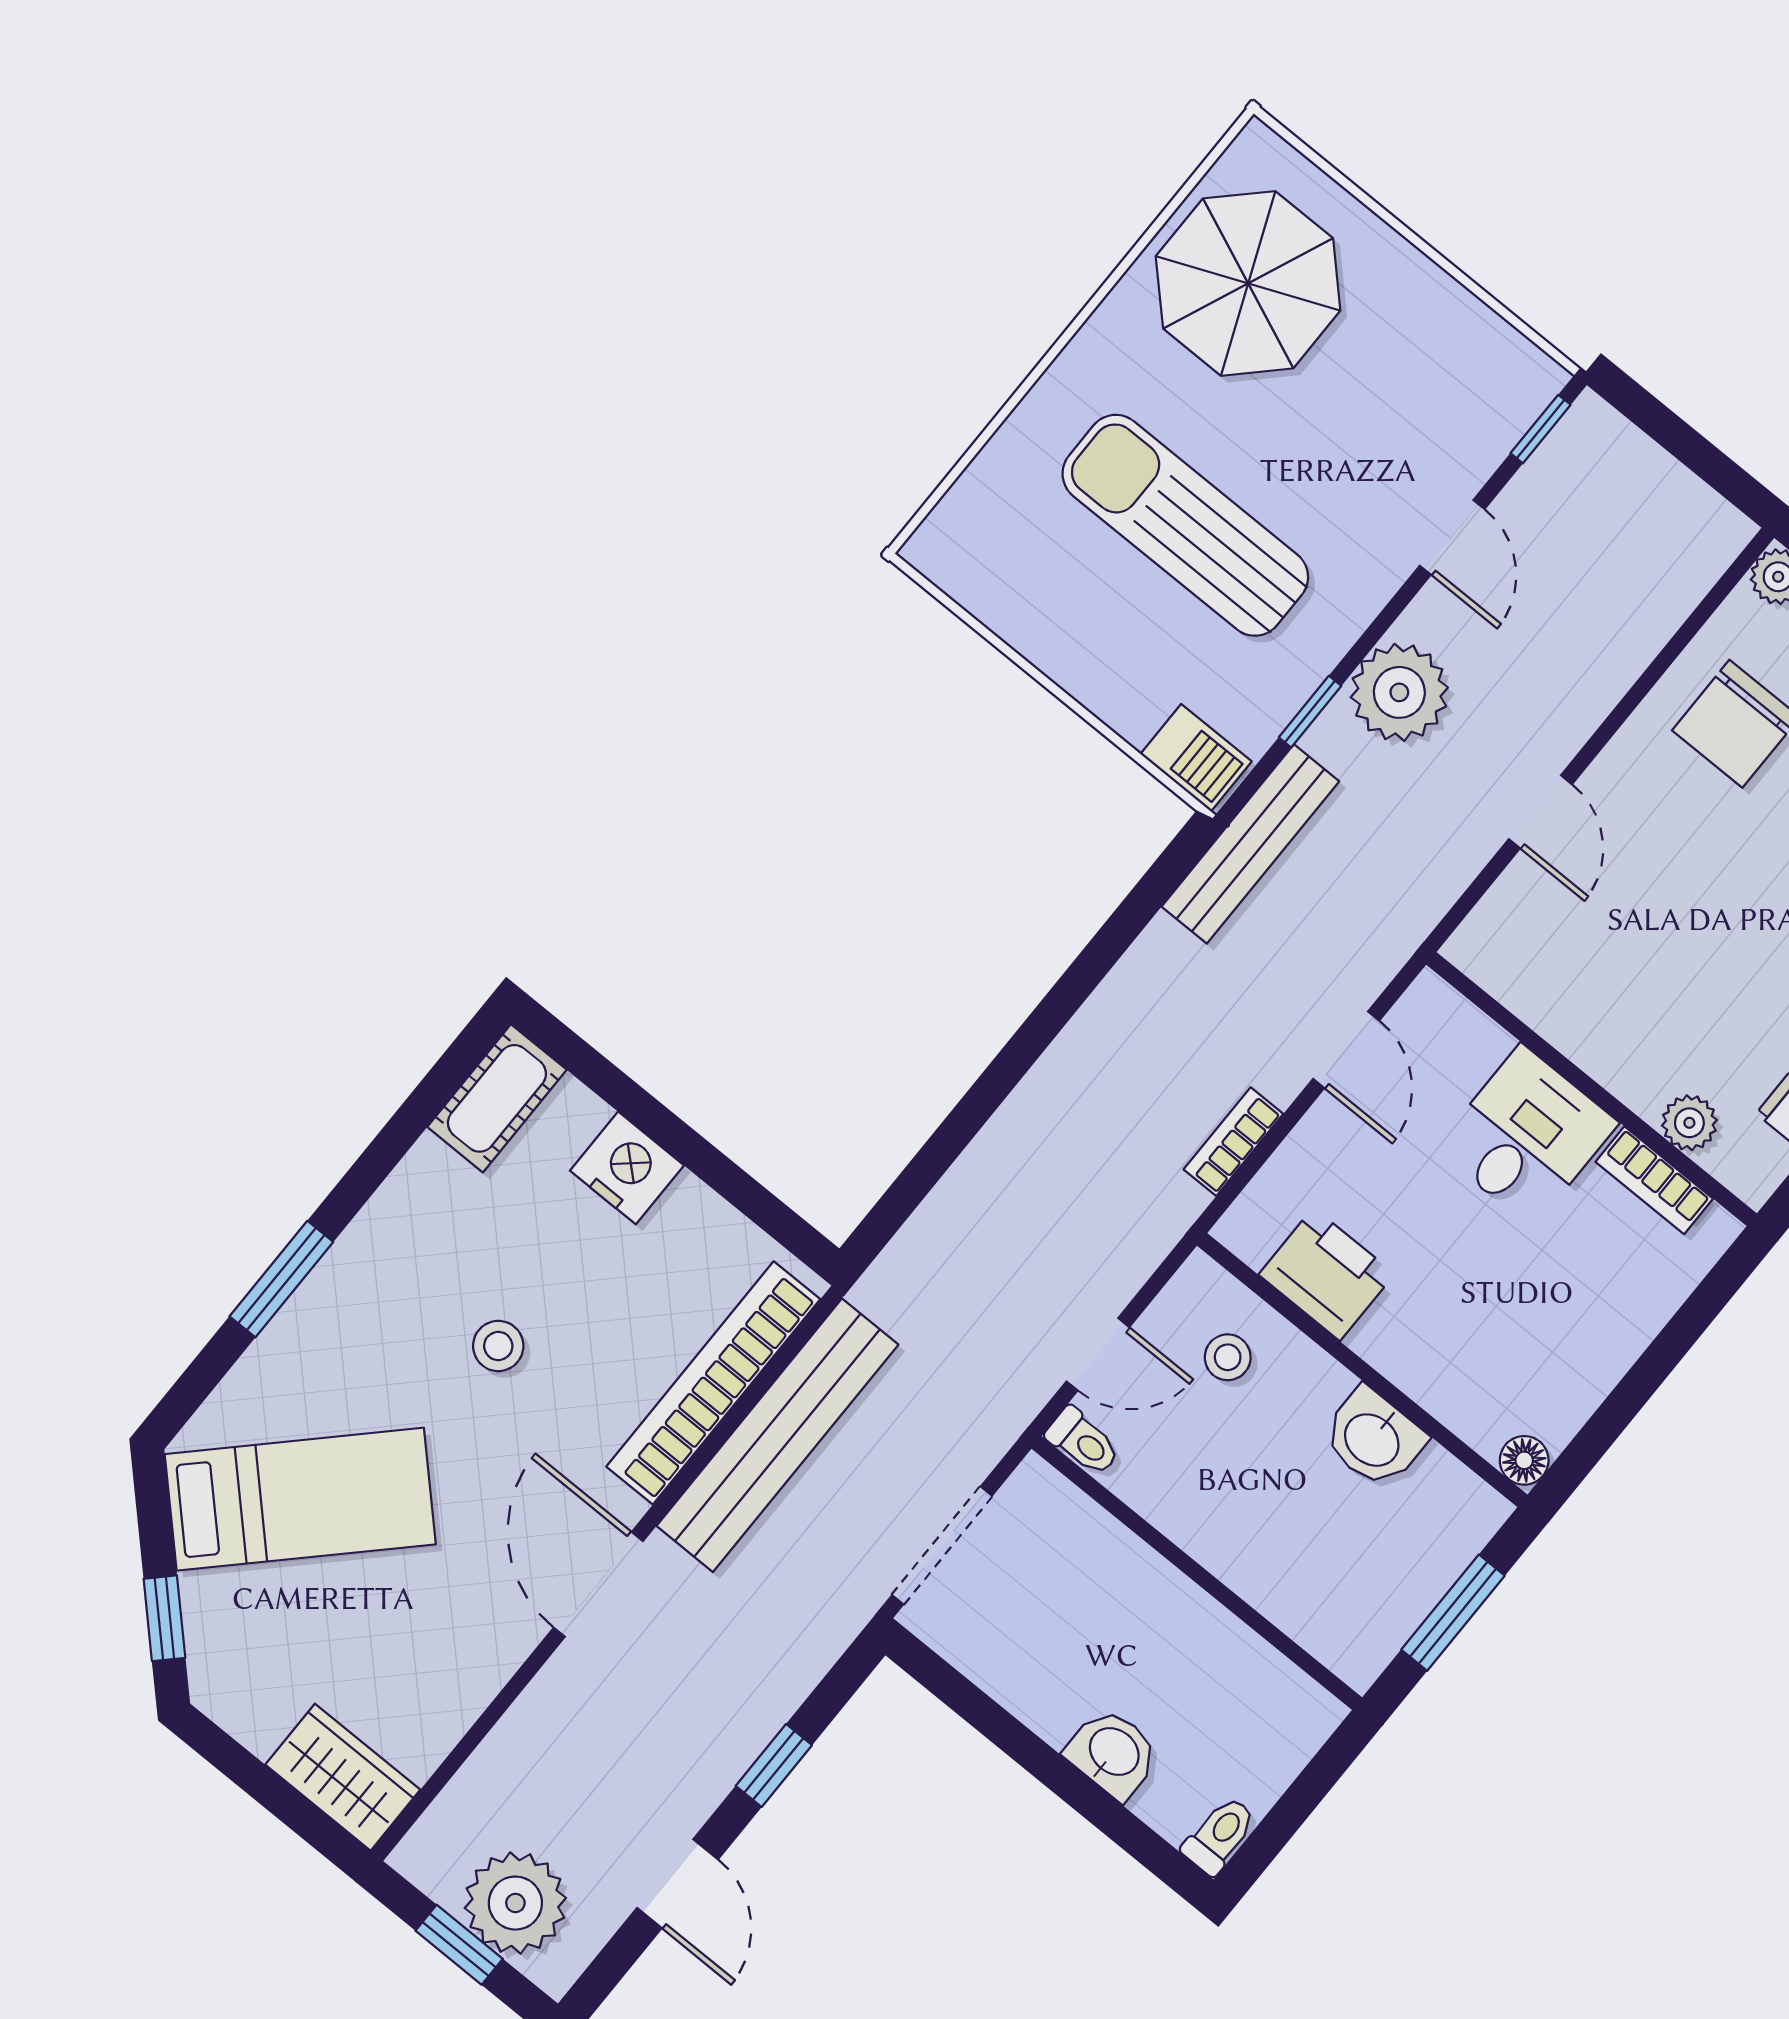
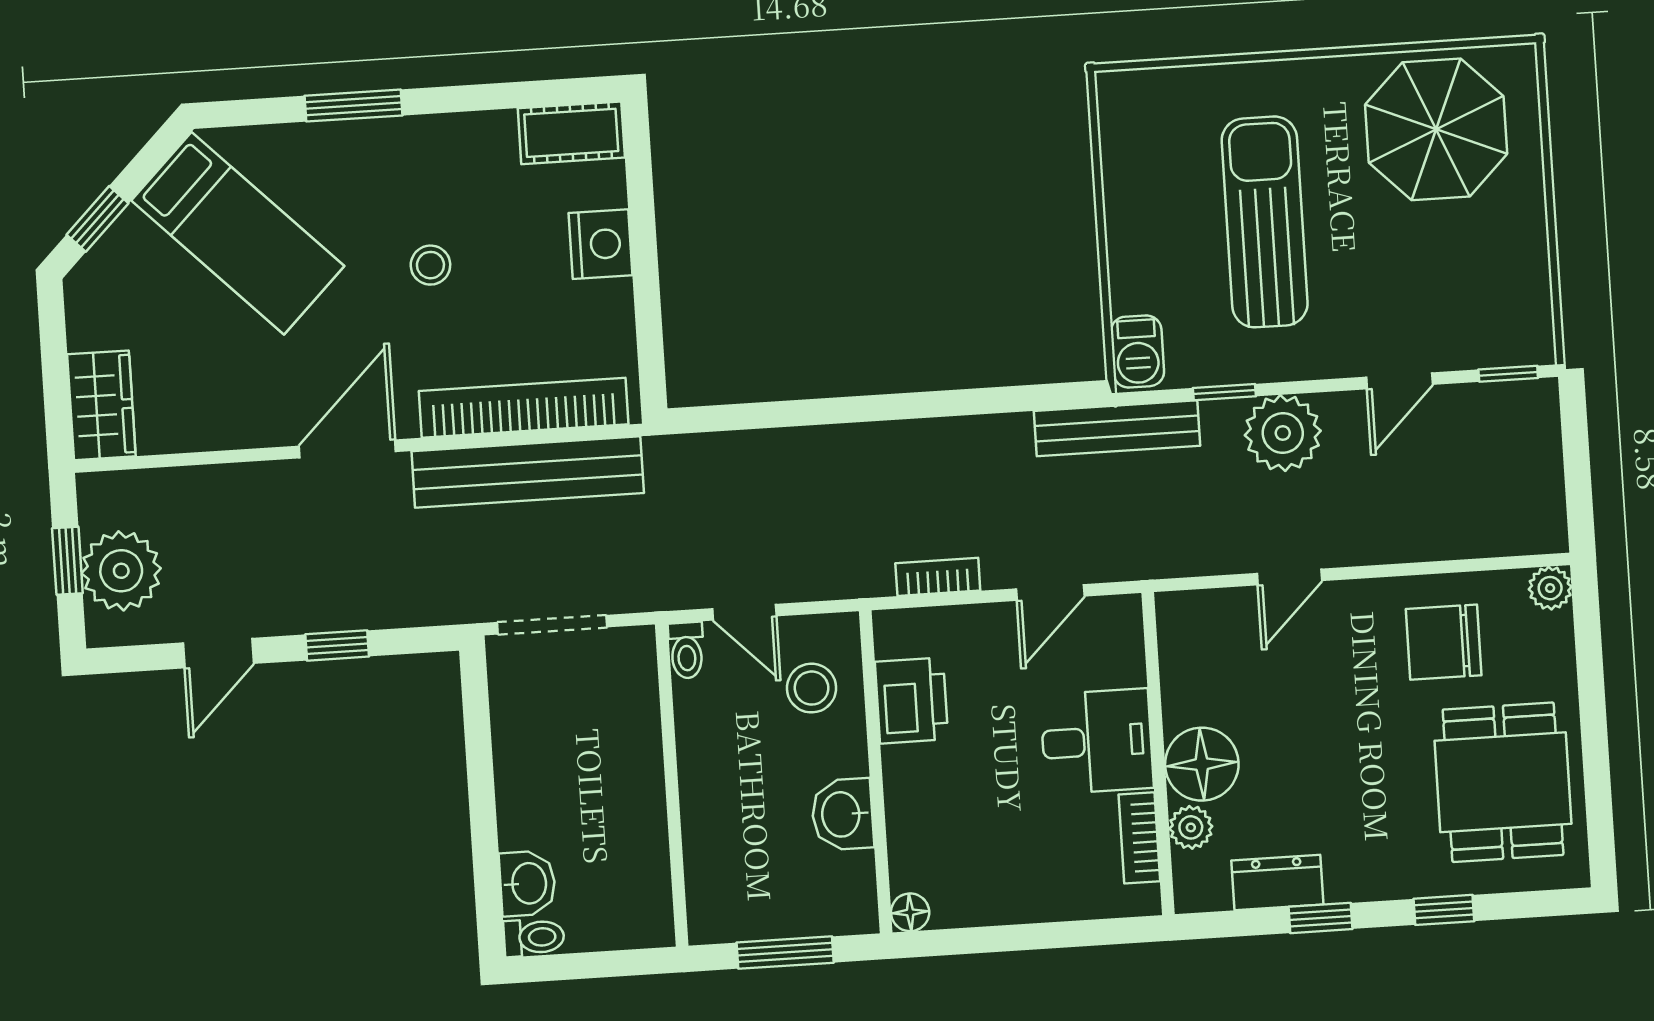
floor lamp: (1640, 1057) -> (1202, 764), added
stool: (1228, 1357) -> (812, 688), width x1.37, depth x1.37
washbasin: (1113, 1753) -> (528, 883), moved

